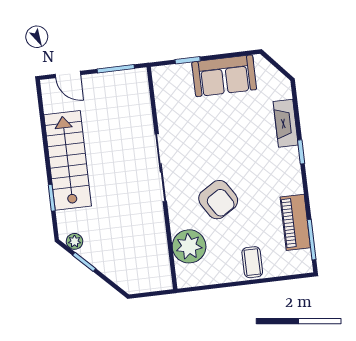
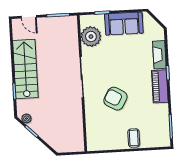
armchair: (218, 200) -> (115, 99), turned 152
piano: (295, 222) -> (160, 86), moved
plant: (189, 246) -> (91, 37), moved

